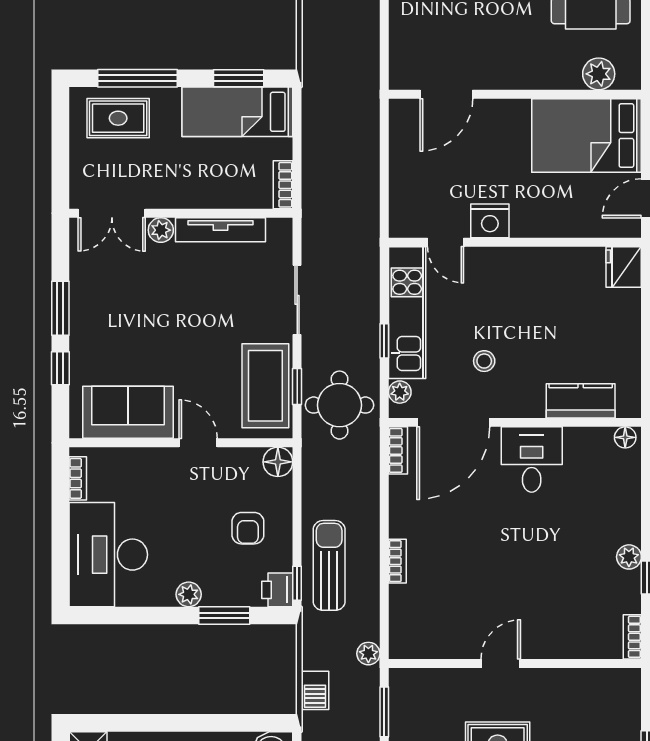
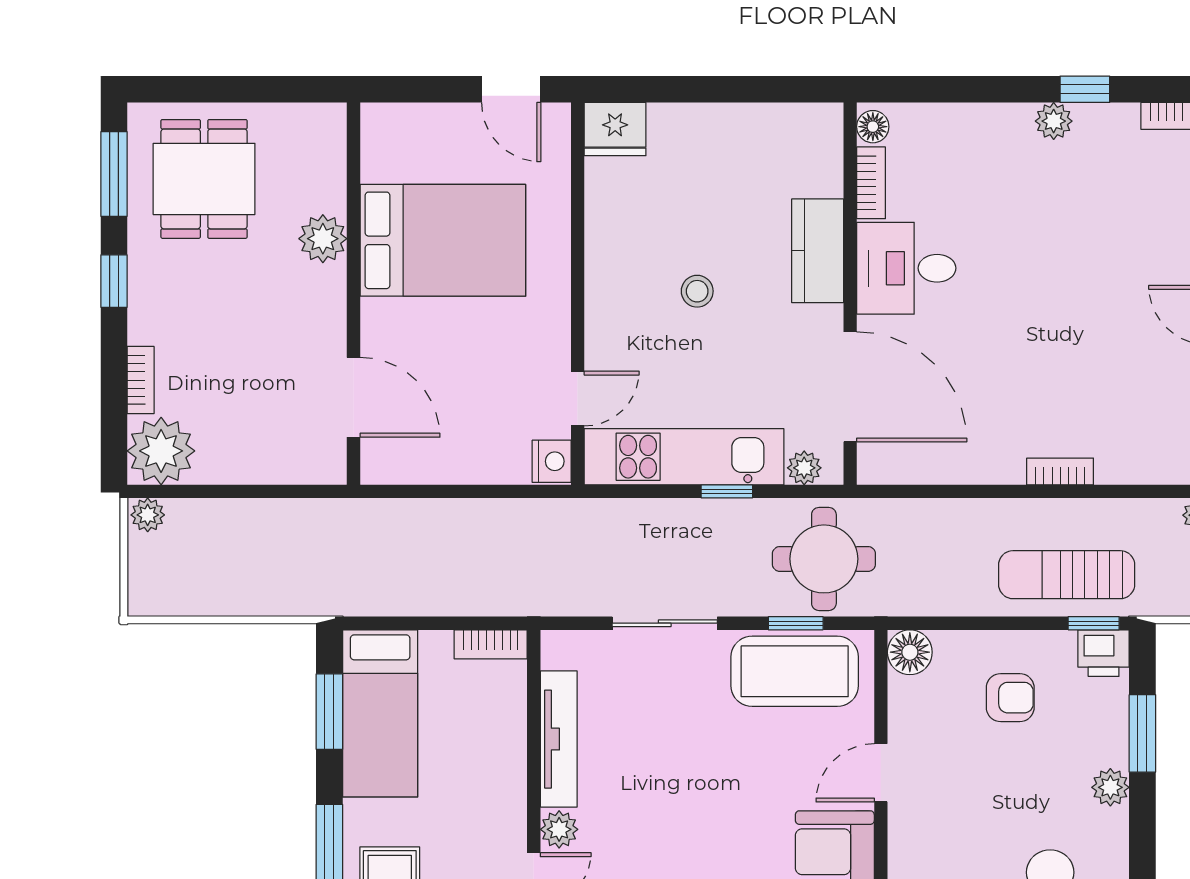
plant: (599, 74) -> (323, 239), moved
bed: (586, 135) -> (443, 240), moved, turned -90
nightstand: (490, 221) -> (552, 461), moved, width x0.74, depth x0.75
stool: (484, 361) -> (697, 291), moved
kitchen counter: (581, 401) -> (818, 251), moved
bookcase: (398, 450) -> (871, 183), moved, turned 90

